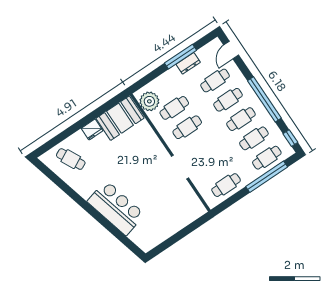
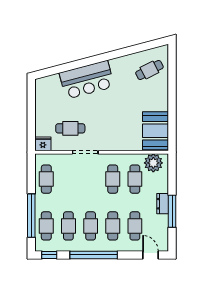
dresser: (188, 63) -> (163, 204), moved
fridge: (92, 129) -> (43, 144), moved, turned 90
cafe table: (168, 194) -> (70, 128), added

